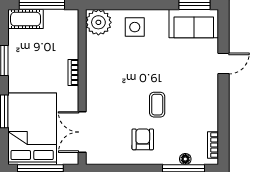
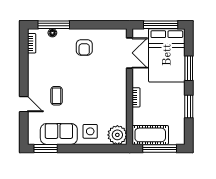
cot: (26, 19) -> (150, 135), moved, width x1.37, depth x1.34
sofa: (194, 24) -> (59, 134), moved
door: (224, 64) -> (24, 104), swing flipped
coffee table: (157, 105) -> (56, 96), moved

